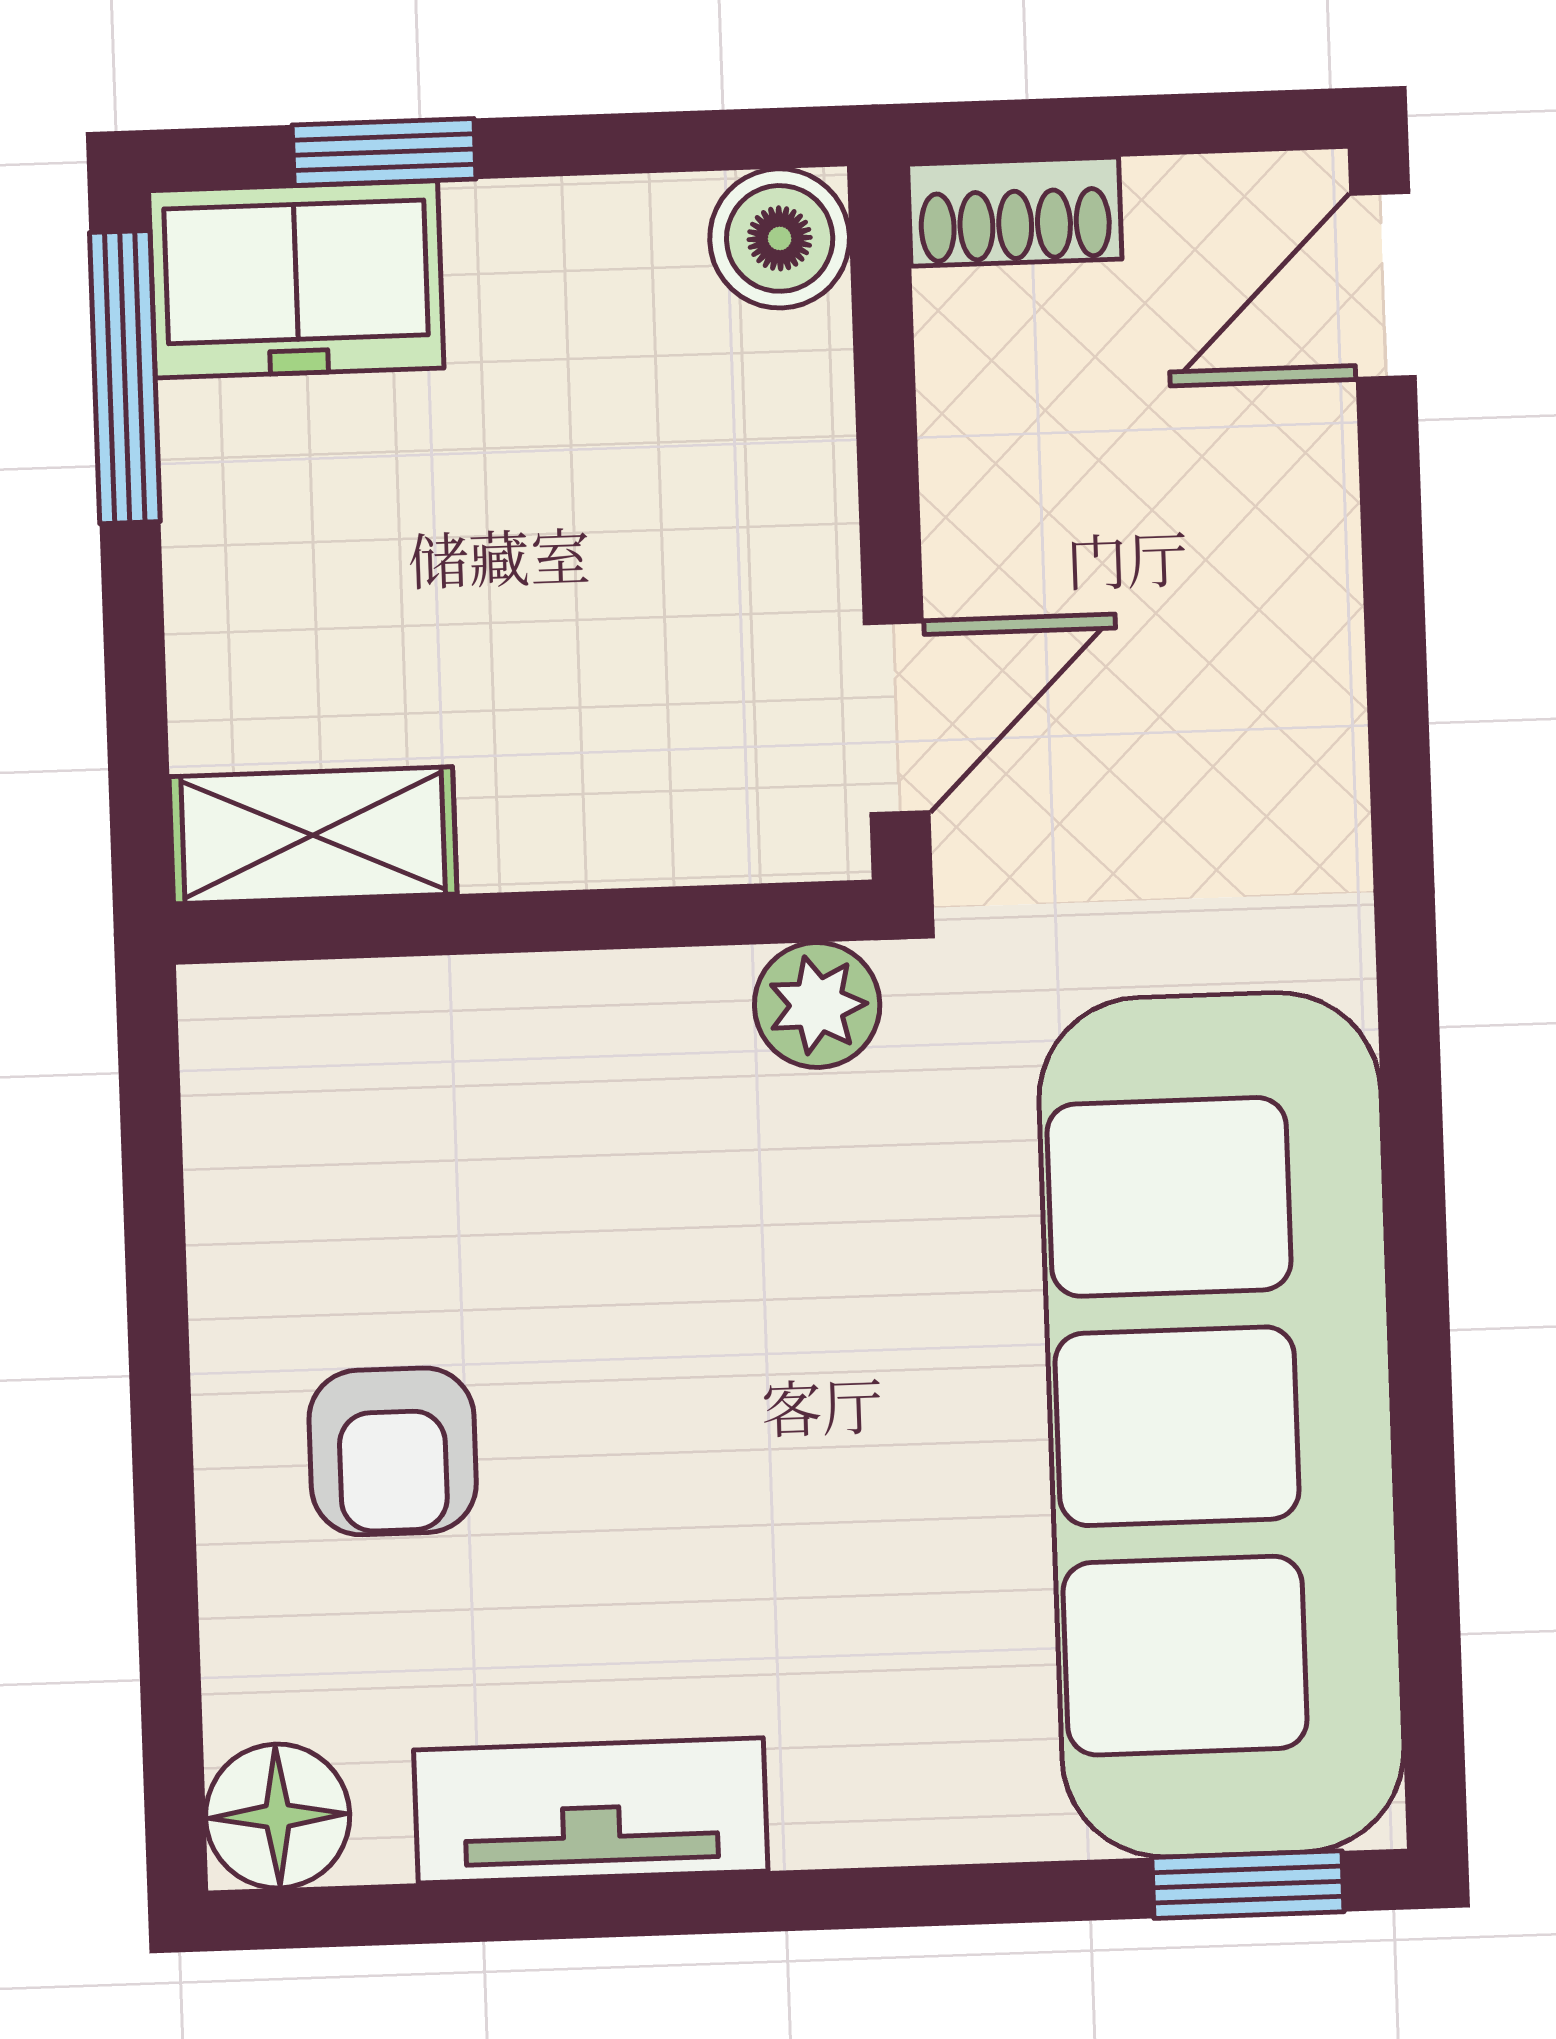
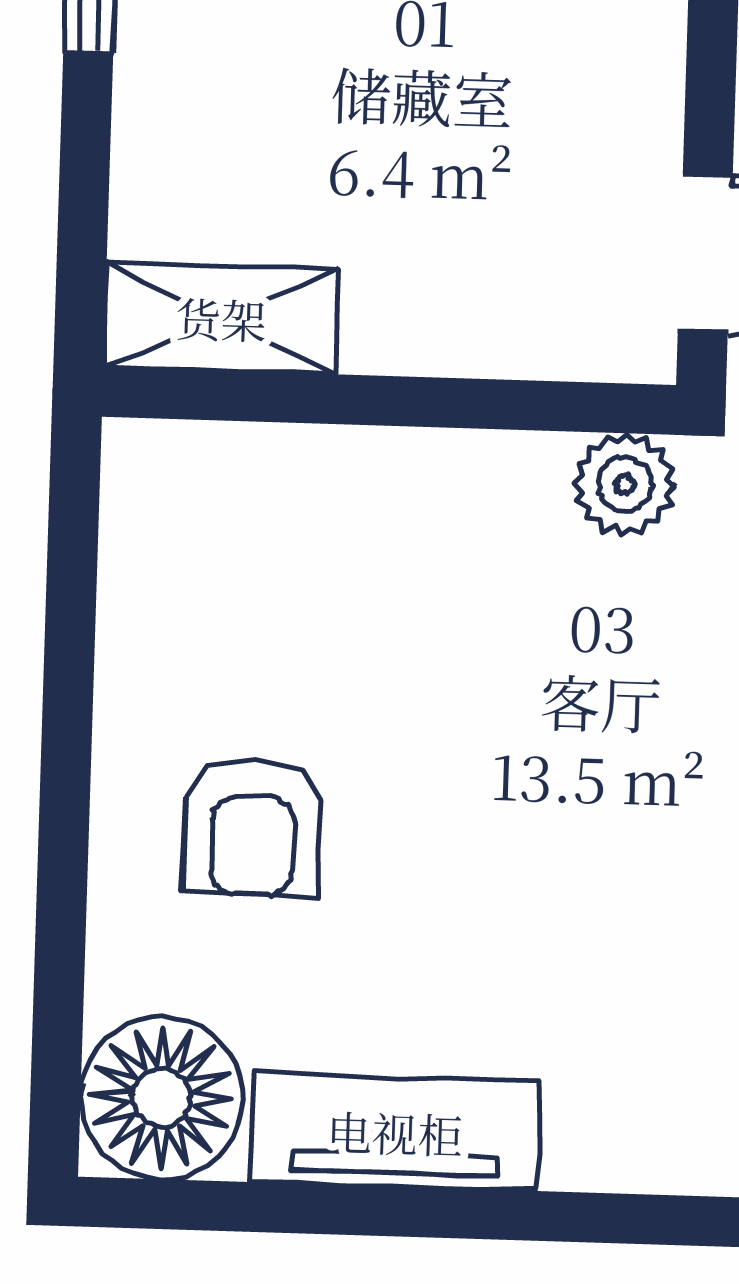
floor lamp: (278, 1816) -> (162, 1098), width x1.38, depth x1.38

